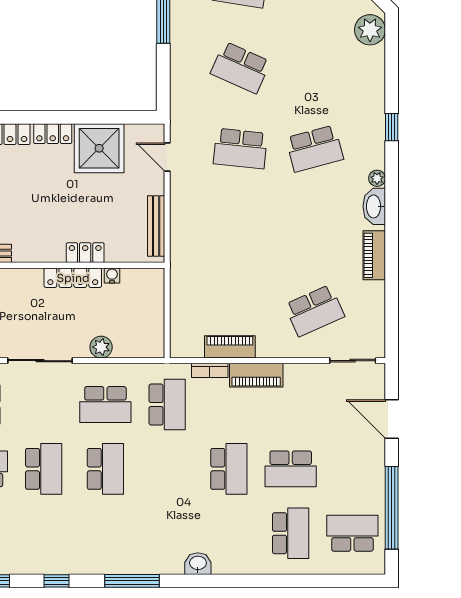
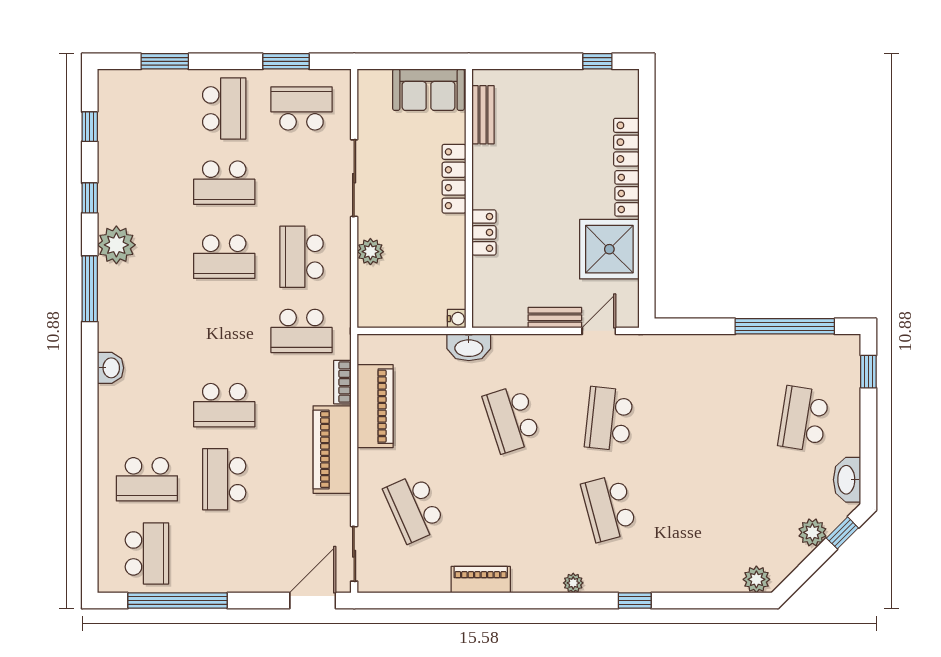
plant: (370, 30) -> (756, 579), width x0.73, depth x0.73
school desk: (240, 68) -> (512, 419), moved, turned -42
washbasin: (374, 206) -> (469, 347), moved, turned 180
bench: (156, 226) -> (555, 318), moved, width x0.73
water cooler: (112, 275) -> (457, 319), moved
locker: (73, 278) -> (454, 179), moved
piano: (230, 347) -> (375, 406), width x1.37, depth x1.33
piano: (256, 375) -> (332, 450), width x1.37, depth x1.33
door: (392, 419) -> (313, 601), moved
plant: (95, 559) -> (116, 245), added

